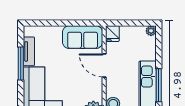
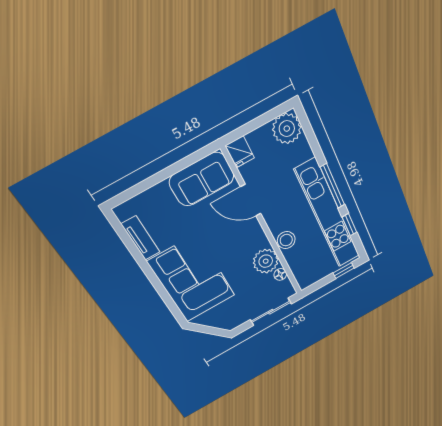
plant: (151, 31) -> (287, 129), width x1.88, depth x1.88
window: (21, 64) -> (140, 259), removed

